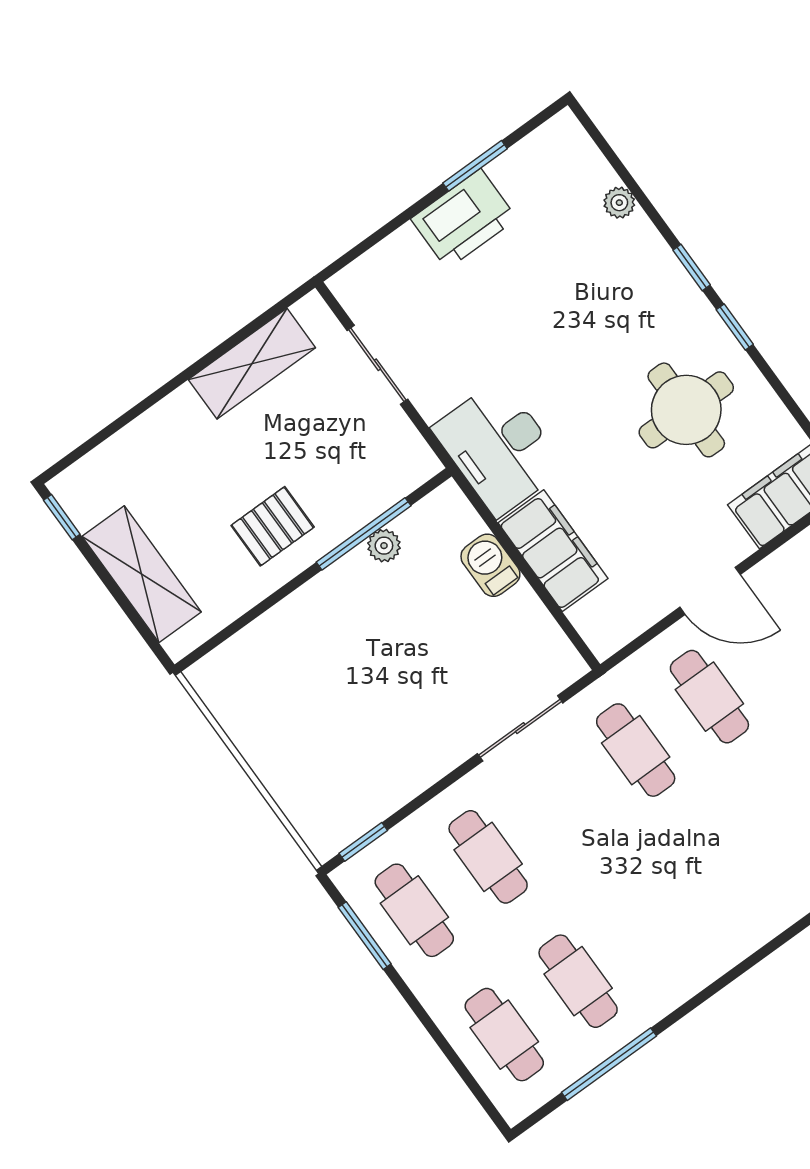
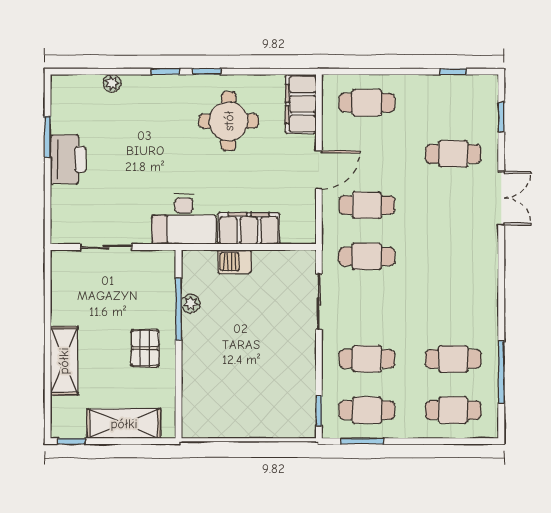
shelving: (252, 364) -> (64, 361), moved

